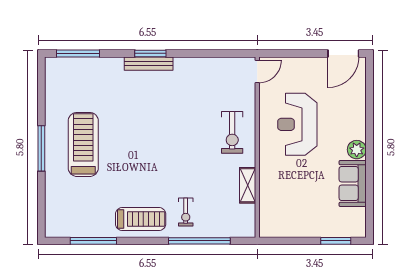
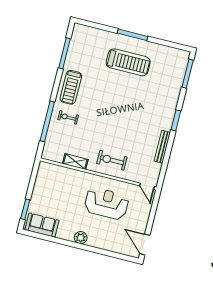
bench: (149, 64) -> (162, 147), moved
sofa: (353, 183) -> (42, 225), moved

